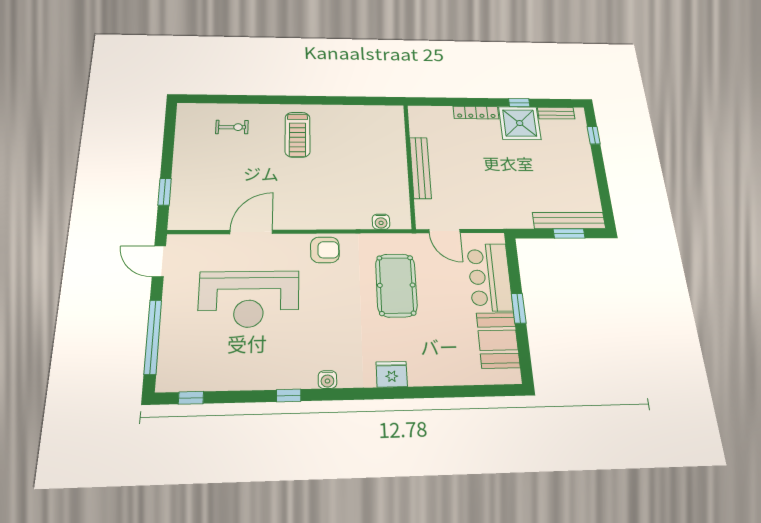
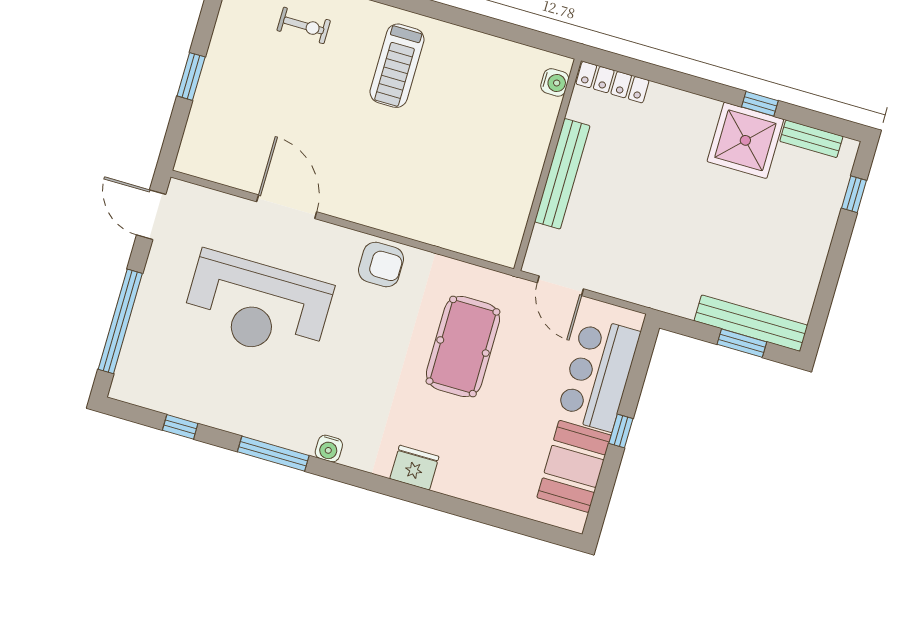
locker: (476, 113) -> (612, 82), moved
window: (165, 192) -> (191, 76), moved
water cooler: (381, 222) -> (555, 82), moved, turned -90
door: (251, 232) -> (287, 207), hinge flipped
window: (519, 308) -> (621, 431), width x0.67
window: (289, 395) -> (273, 454), width x2.17
window: (191, 398) -> (180, 427), moved

